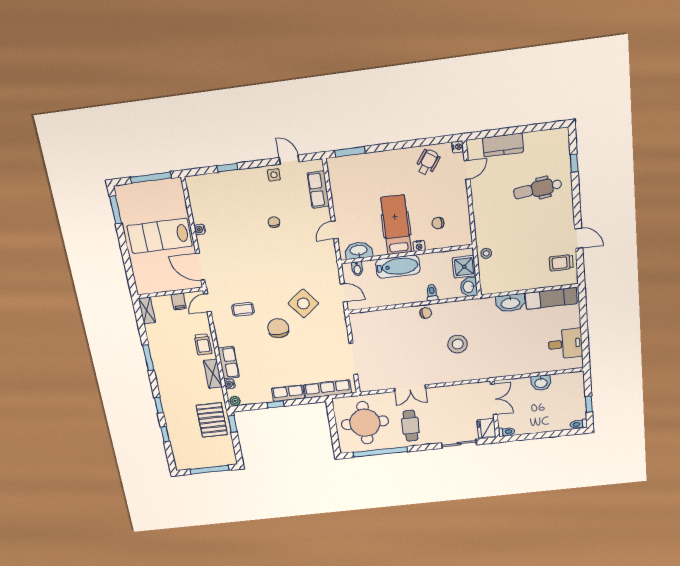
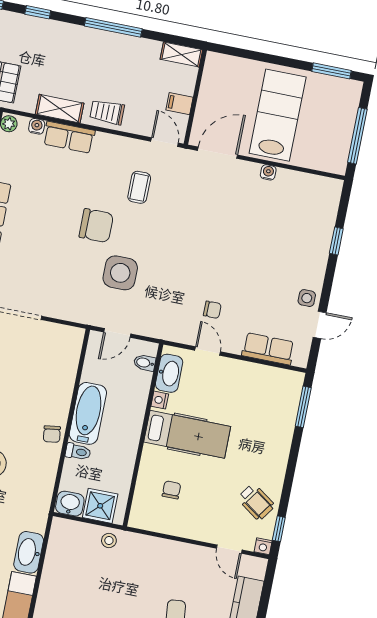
window: (442, 140) -> (279, 529), added
chair: (274, 222) -> (212, 310), moved
nightstand: (419, 246) -> (160, 400), moved
bathtub: (398, 267) -> (88, 413), moved, turned 180
side table: (303, 303) -> (120, 273), turned 38
window: (148, 358) -> (113, 27), width x1.44

